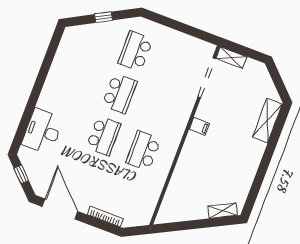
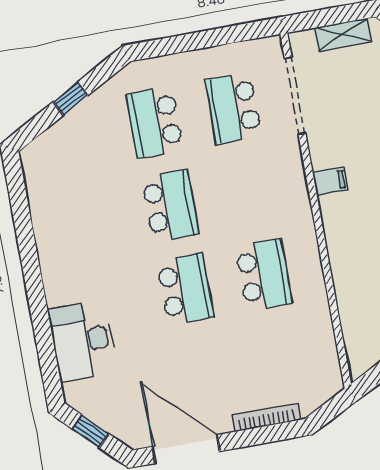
shelving: (231, 58) -> (343, 35), moved
school desk: (175, 66) -> (233, 108), added
school desk: (143, 151) -> (264, 275), turned 180

